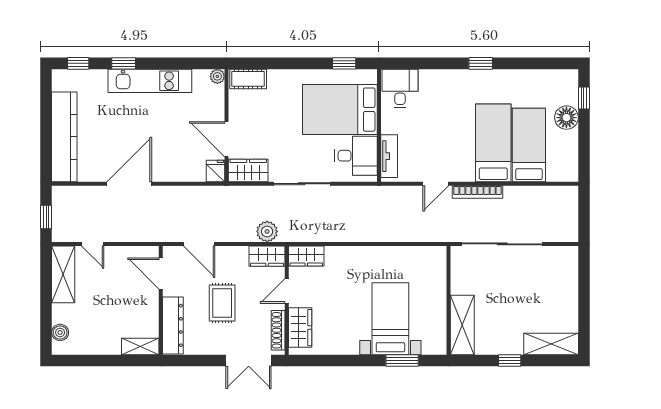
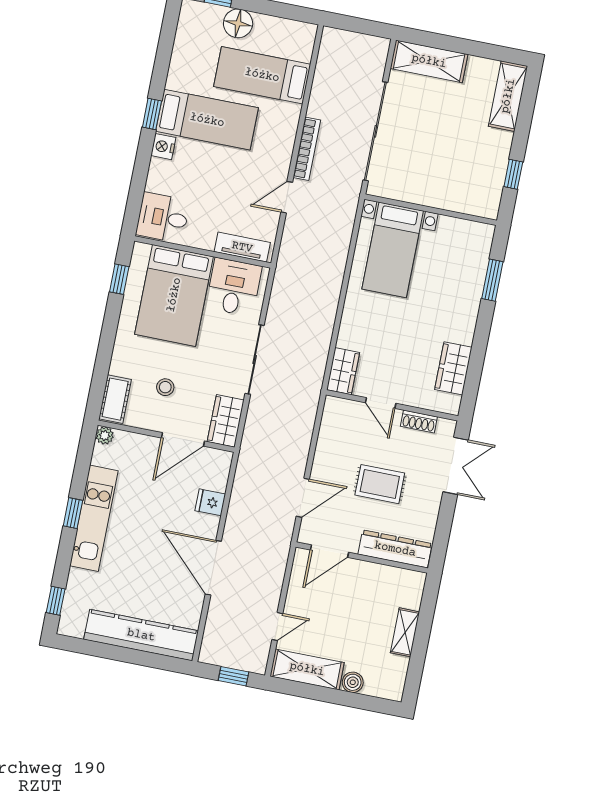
window: (124, 63) -> (73, 513), moved
nightstand: (457, 78) -> (163, 147), added
stool: (265, 117) -> (165, 387), added
bed: (493, 143) -> (207, 120), moved, turned 180
fridge: (216, 171) -> (210, 502), moved
door: (436, 184) -> (287, 197), swing flipped
plant: (267, 231) -> (304, 413), removed
wardrobe: (267, 256) -> (334, 418), removed
bed with nightstands: (390, 319) -> (393, 250), moved, turned -90
shelving: (462, 325) -> (429, 61), moved
wardrobe: (300, 328) -> (453, 368), moved, turned -90
shoe rack: (278, 330) -> (419, 421), width x0.70
boiler: (60, 332) -> (353, 682), moved
shelving: (140, 346) -> (405, 632), moved
window: (510, 360) -> (513, 174), moved

